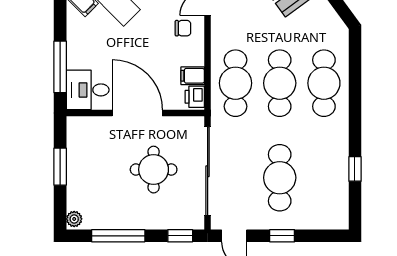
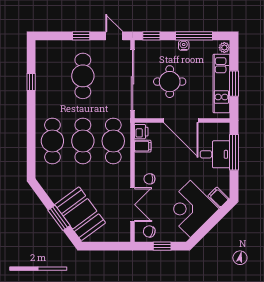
desk: (88, 90) -> (215, 154), moved
kitchen unit: (78, 167) -> (221, 83), added
water cooler: (133, 222) -> (184, 45), added

